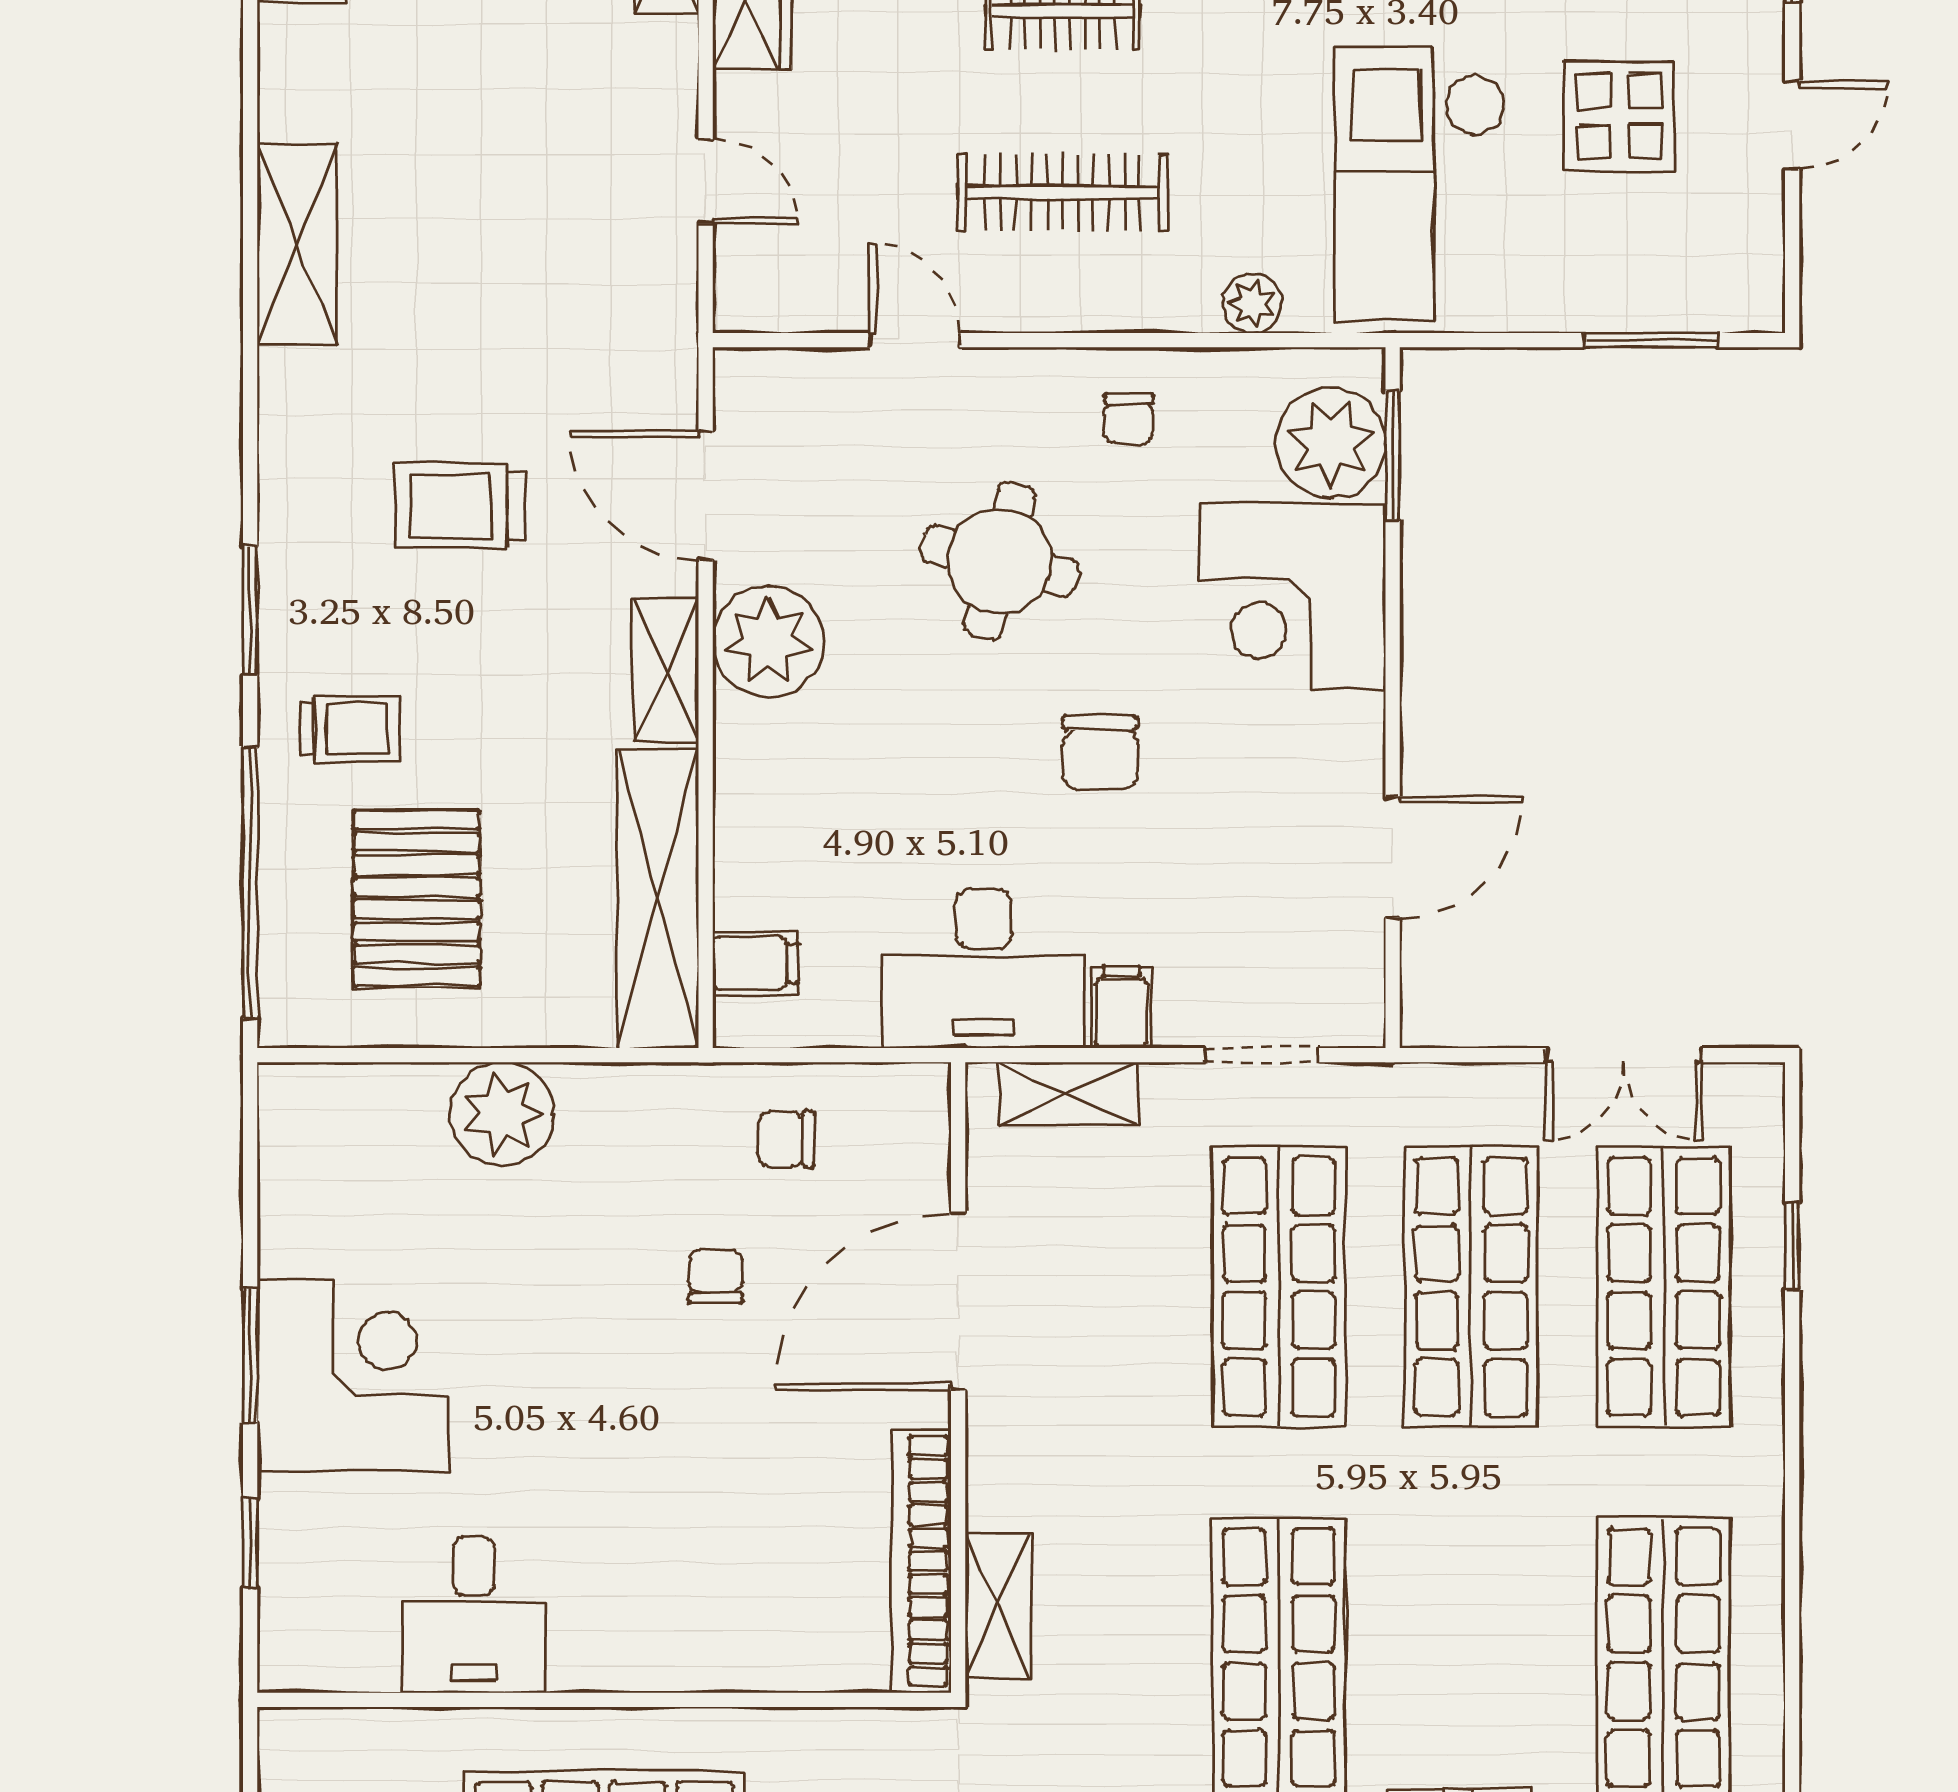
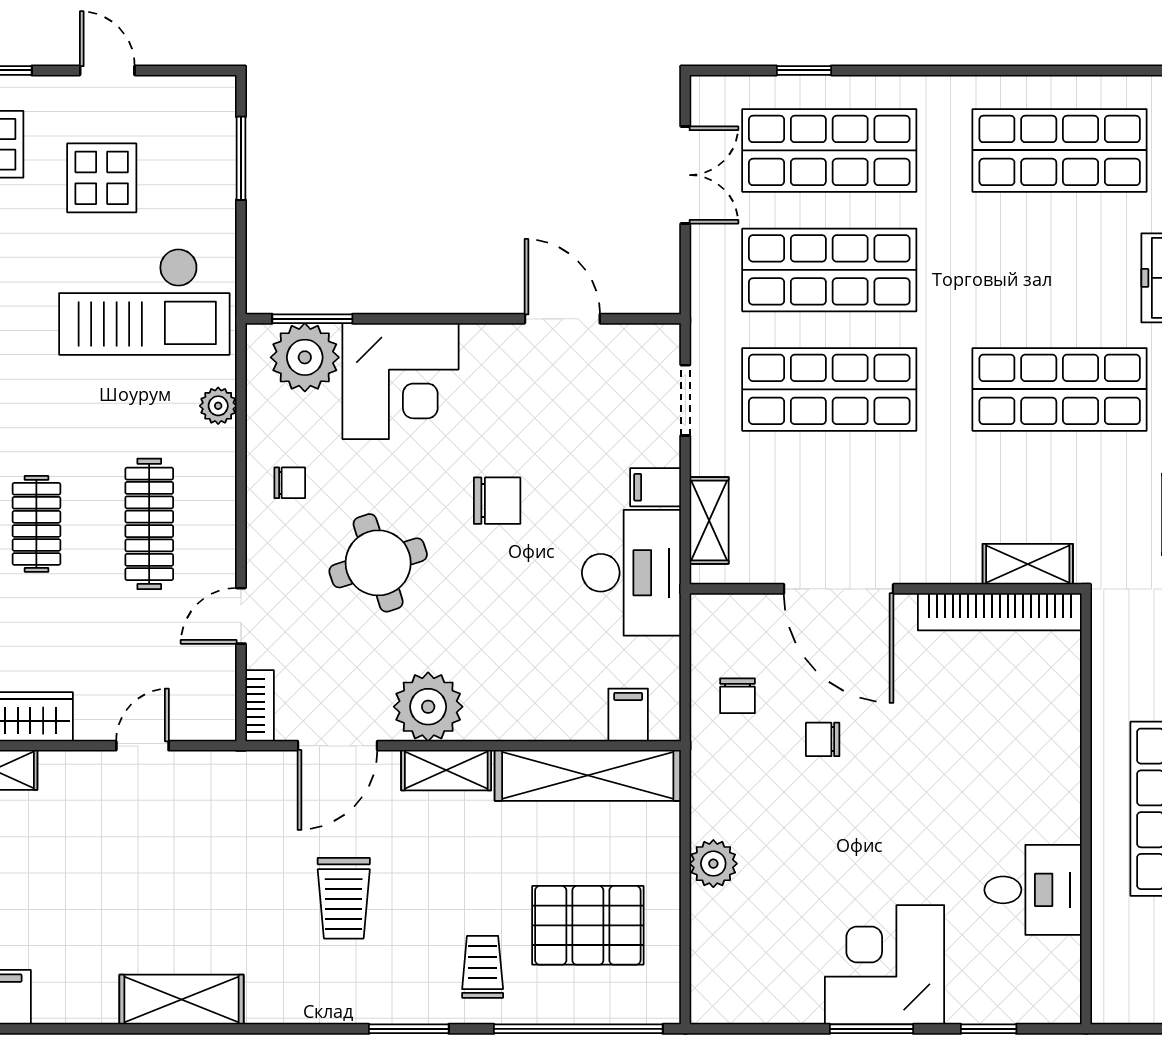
bookcase: (770, 370) -> (260, 706), added
round table: (1000, 561) -> (378, 563), turned -32
plant: (502, 1114) -> (713, 864), width x0.73, depth x0.73

